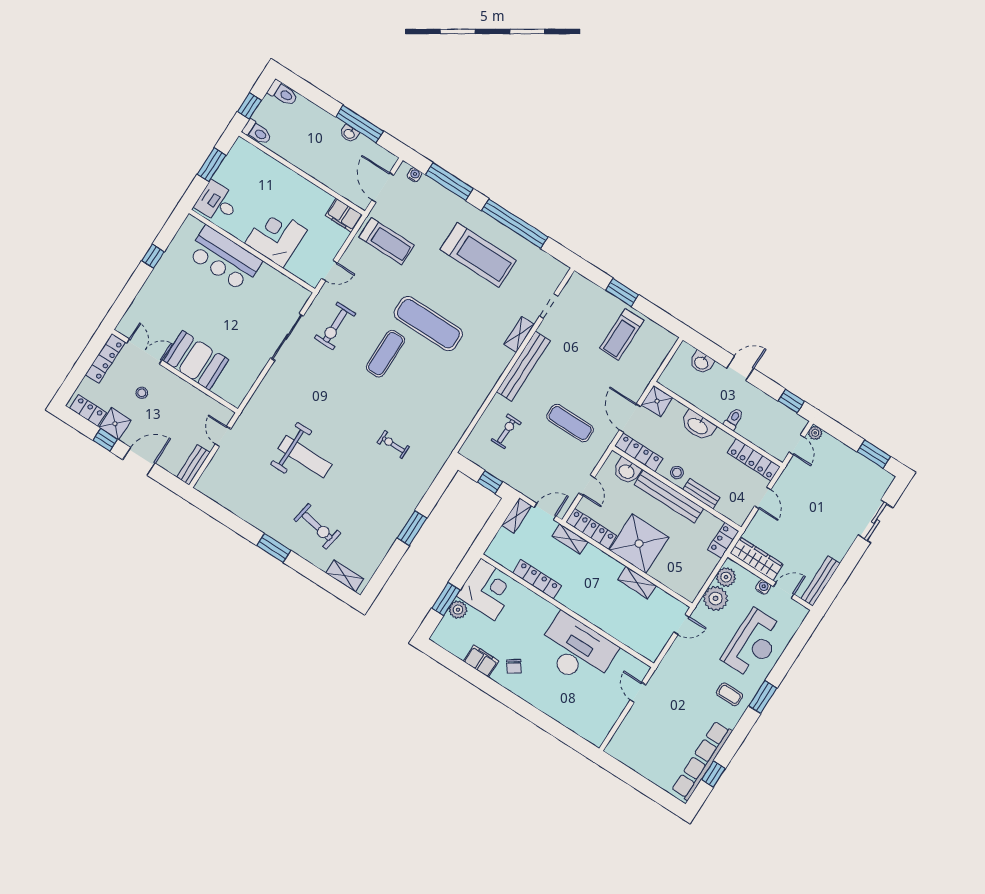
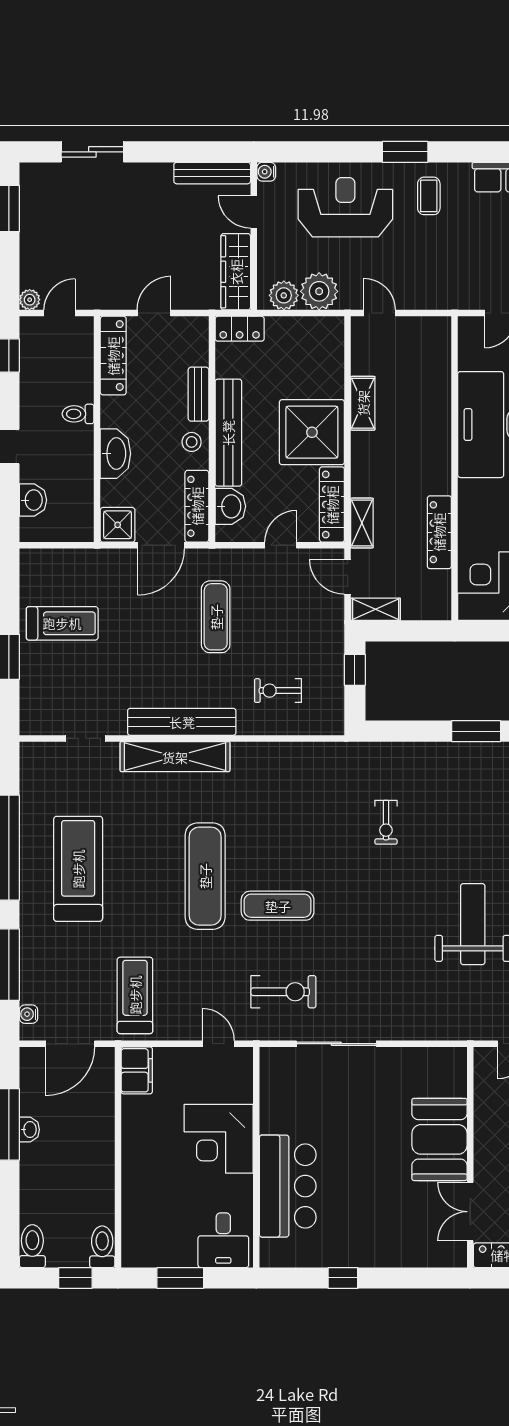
shelving: (519, 334) -> (175, 757), width x2.20, depth x1.33
water cooler: (763, 587) -> (266, 172), moved

